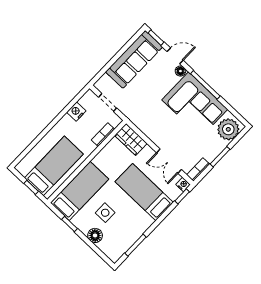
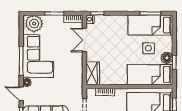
double door: (169, 161) -> (84, 40), swing flipped
bed: (144, 192) -> (150, 25), moved, turned 90
floor lamp: (95, 235) -> (167, 58), moved

